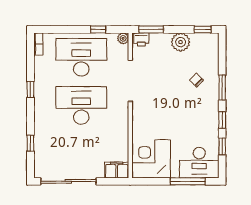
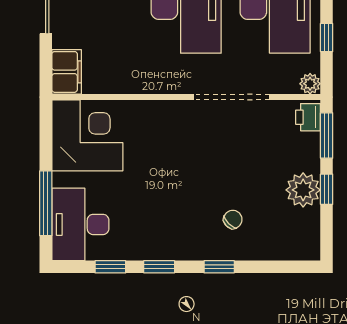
window: (203, 29) -> (327, 189), moved
window: (222, 88) -> (219, 267), width x0.67

